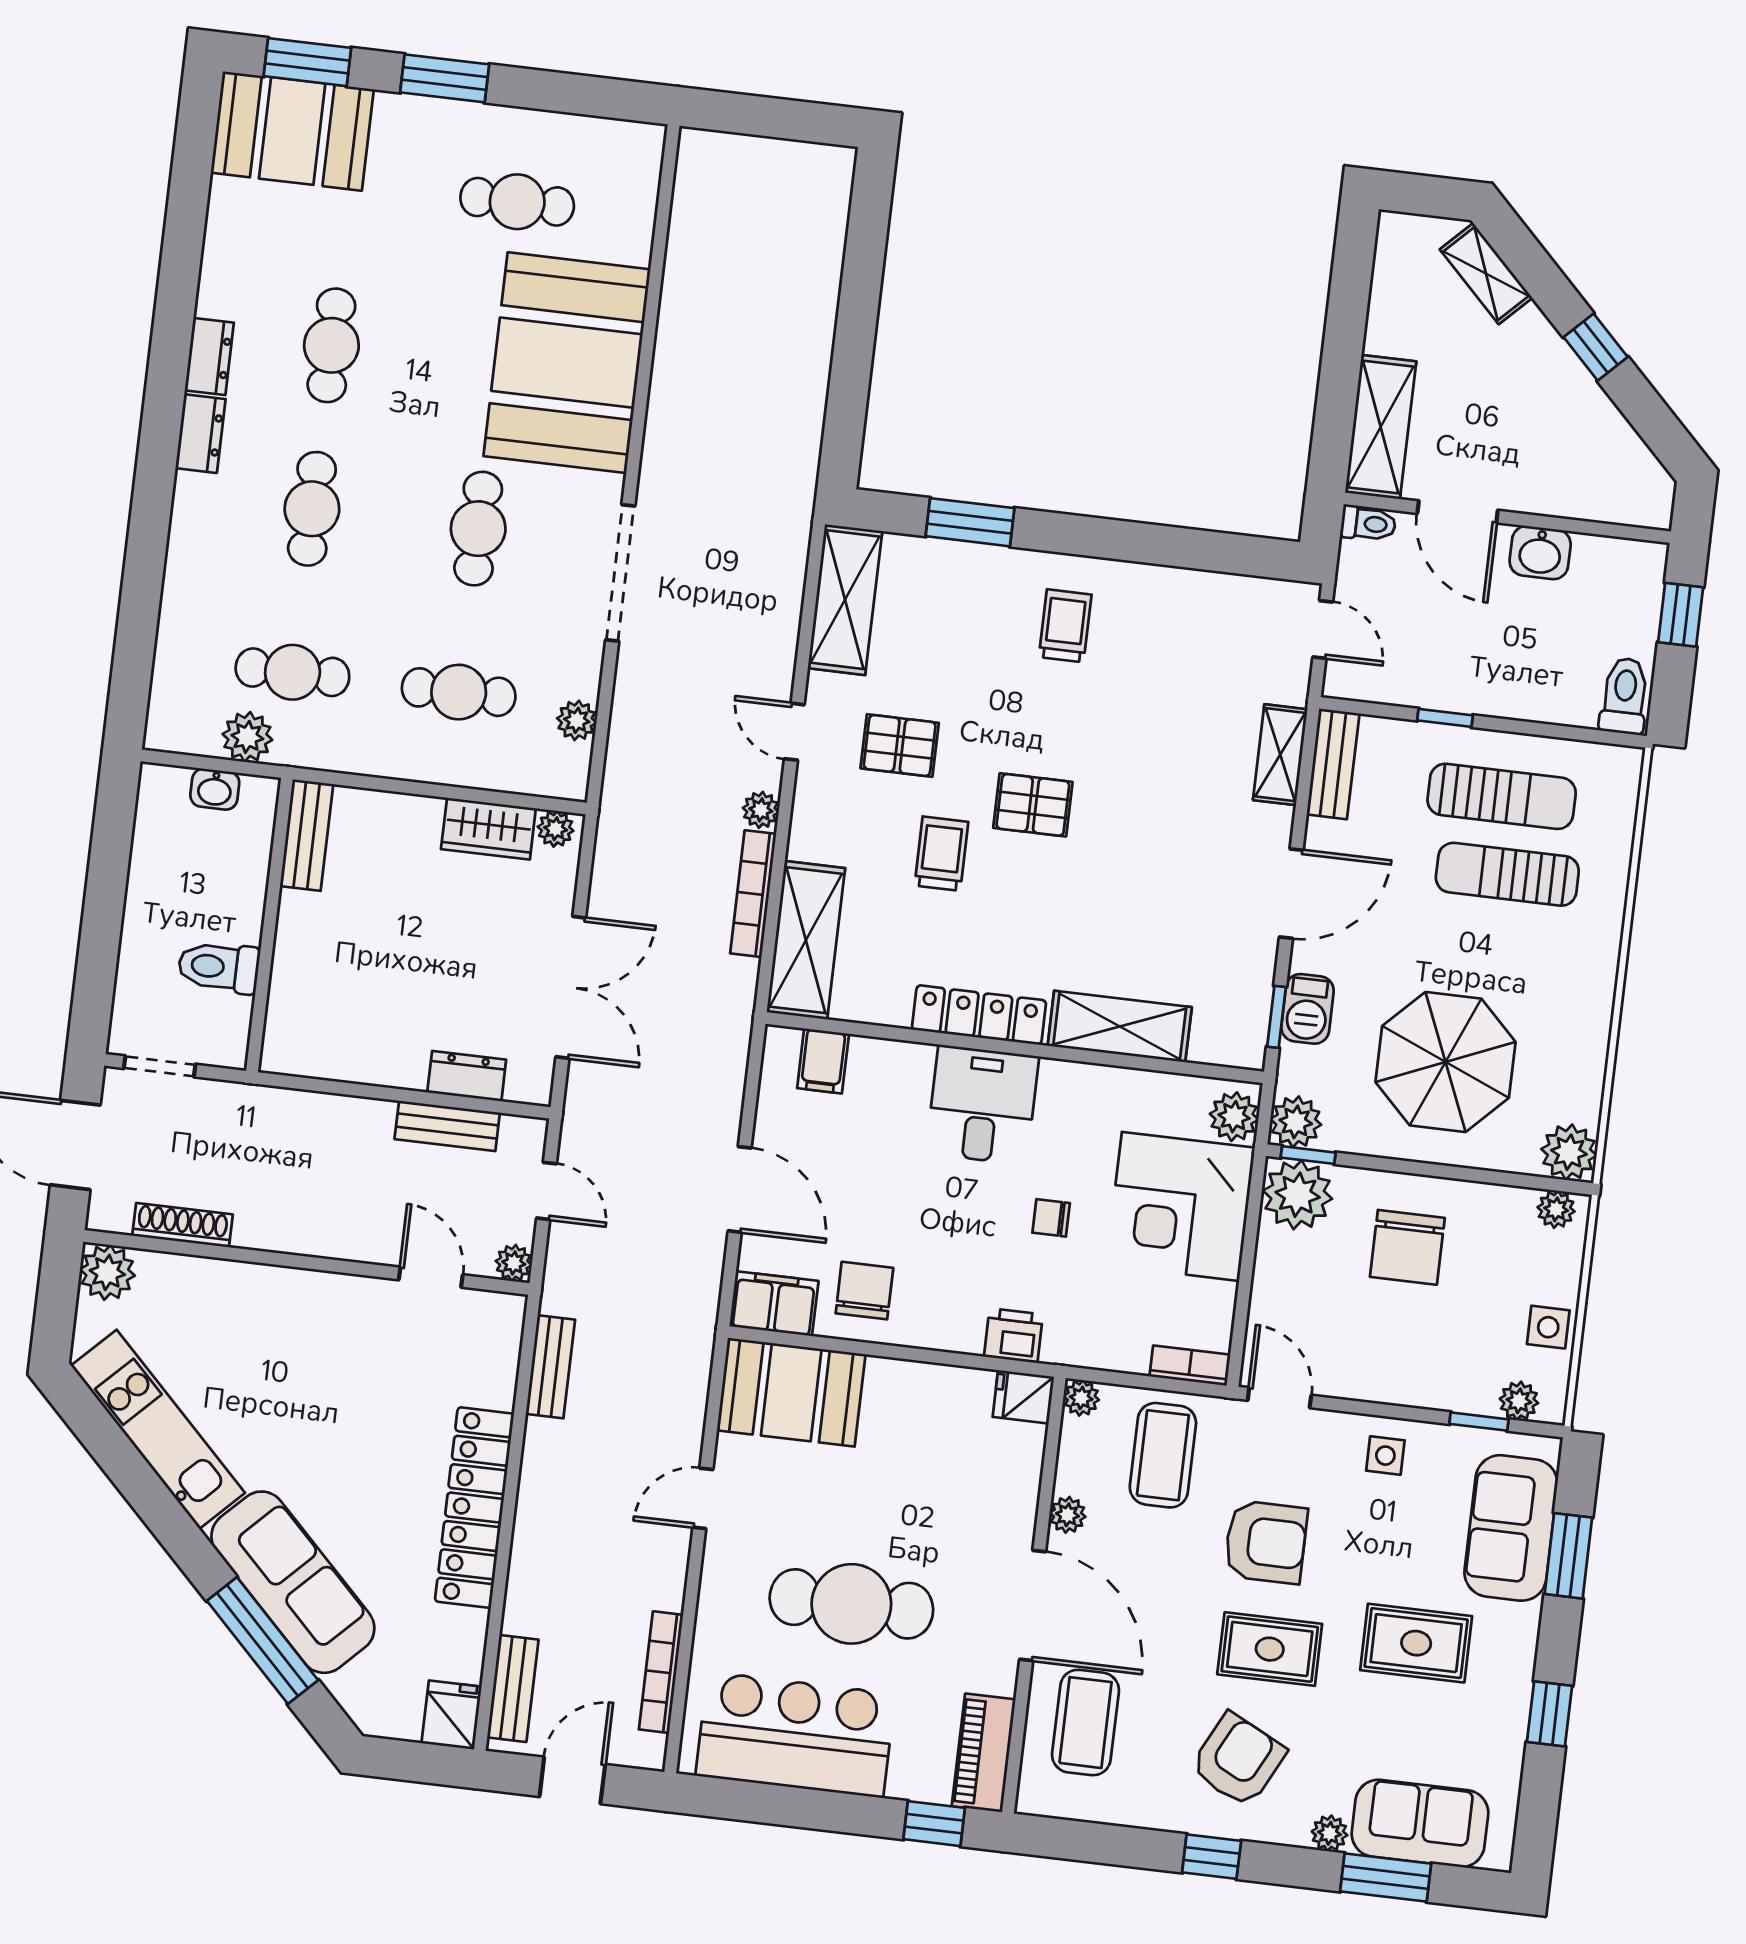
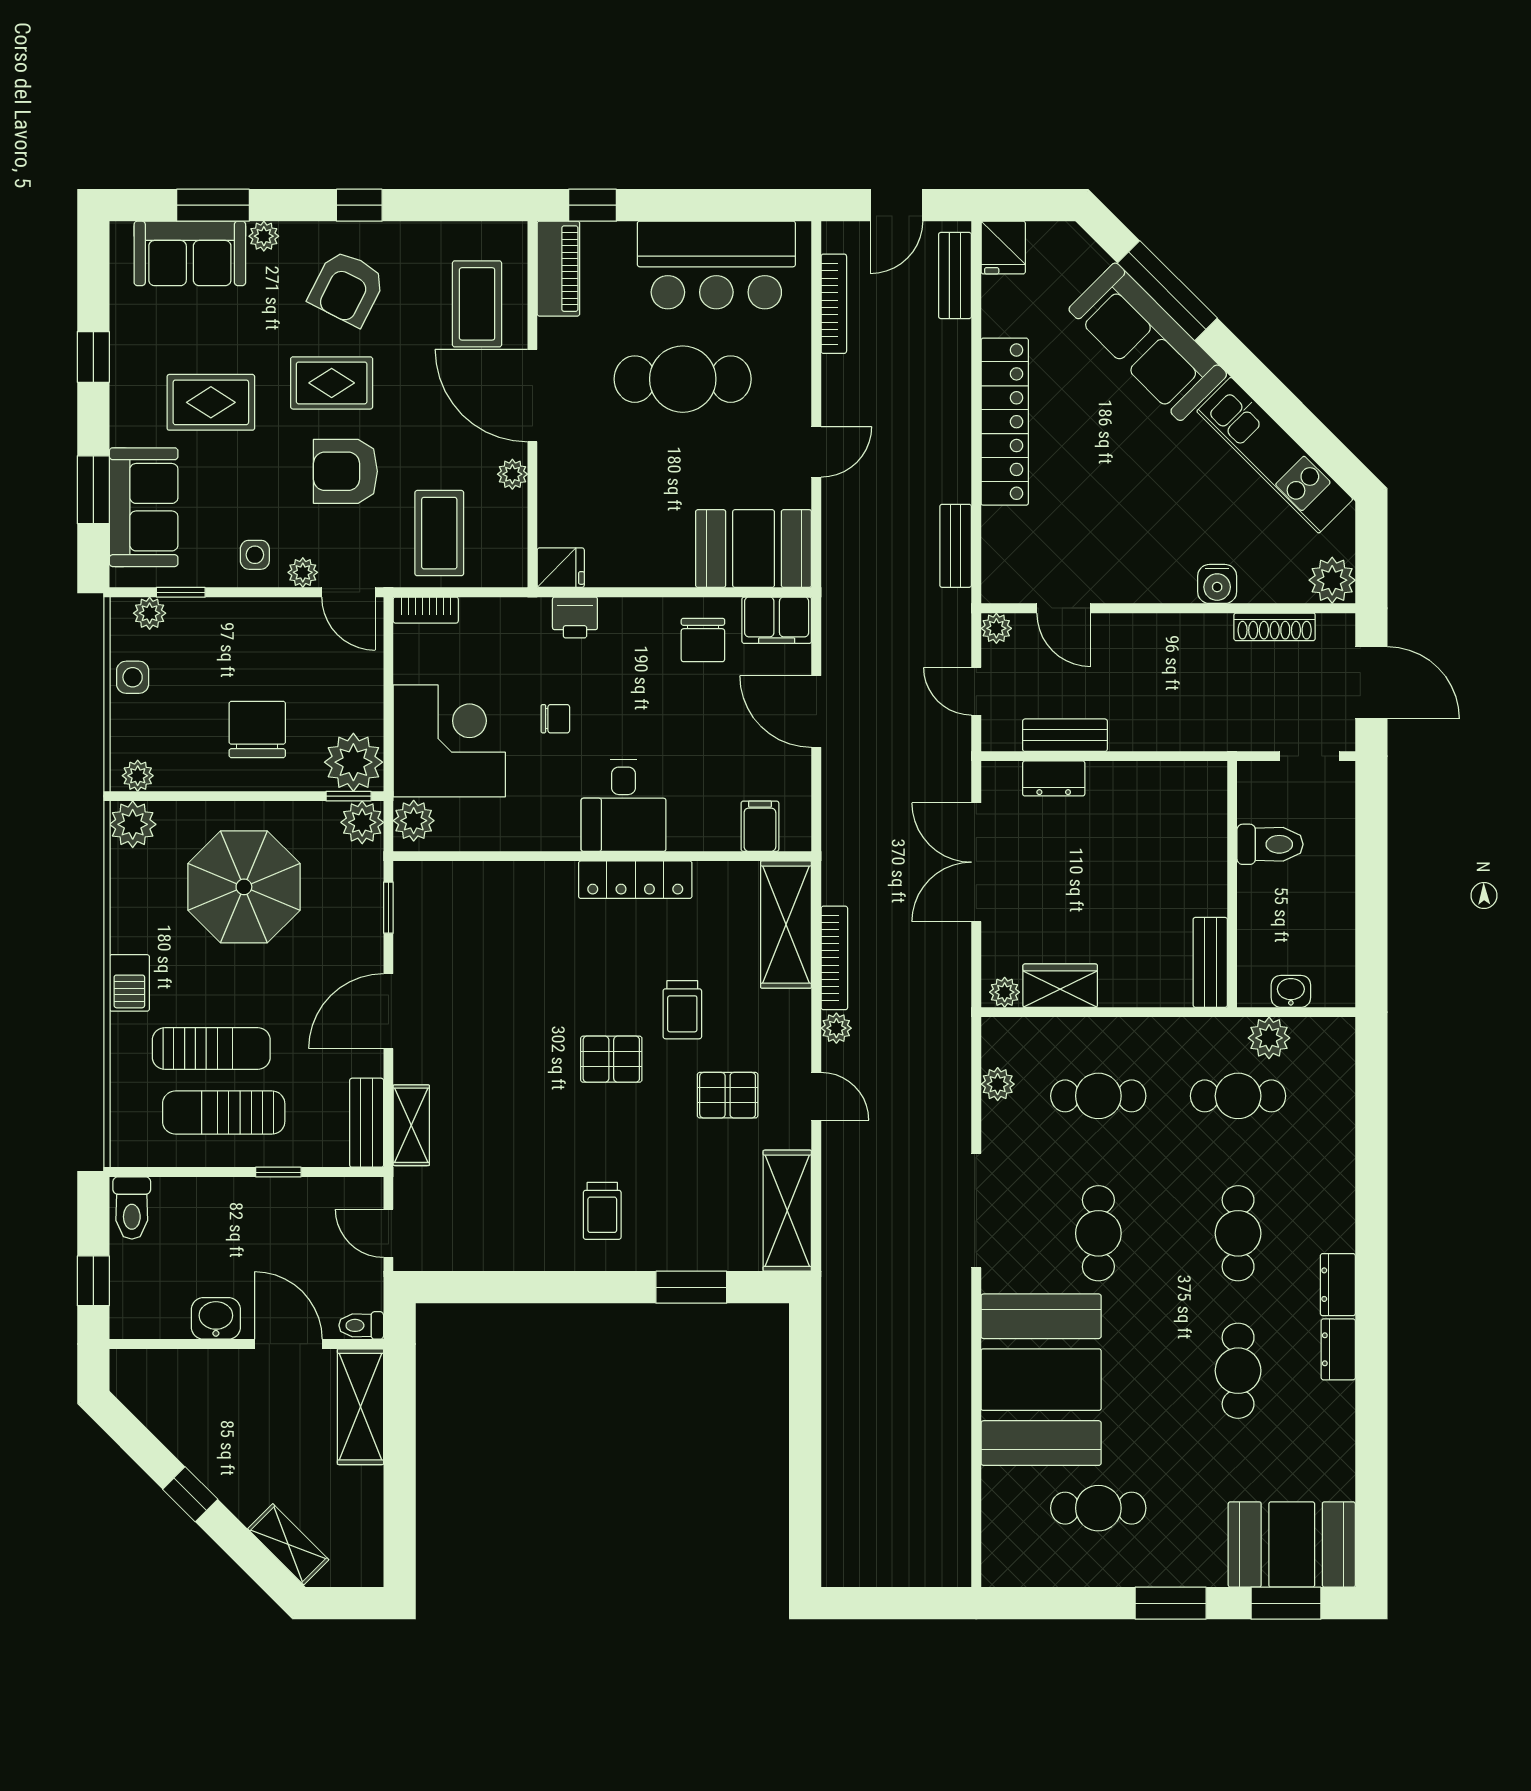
barbecue: (1307, 1009) -> (129, 983), moved, turned 180
shelving: (1120, 1026) -> (517, 884), removed
water cooler: (245, 1284) -> (1217, 584), added
plant: (1081, 1398) -> (303, 572), moved

